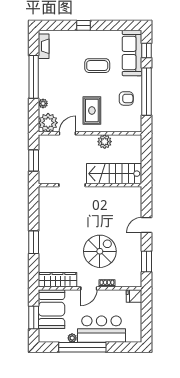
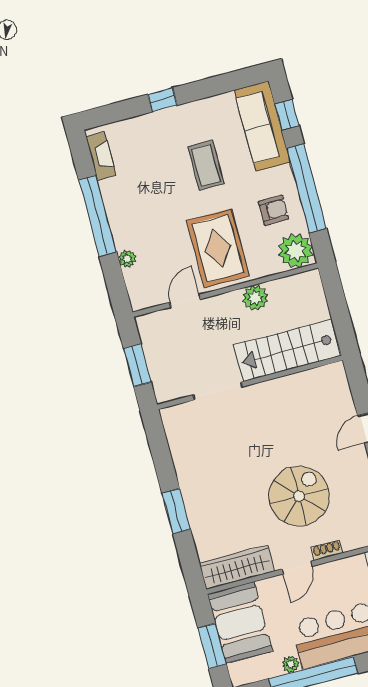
coffee table: (97, 66) -> (206, 165), turned 90
rug: (92, 111) -> (218, 248), width x1.36, depth x1.43
plant: (48, 123) -> (295, 251), moved

